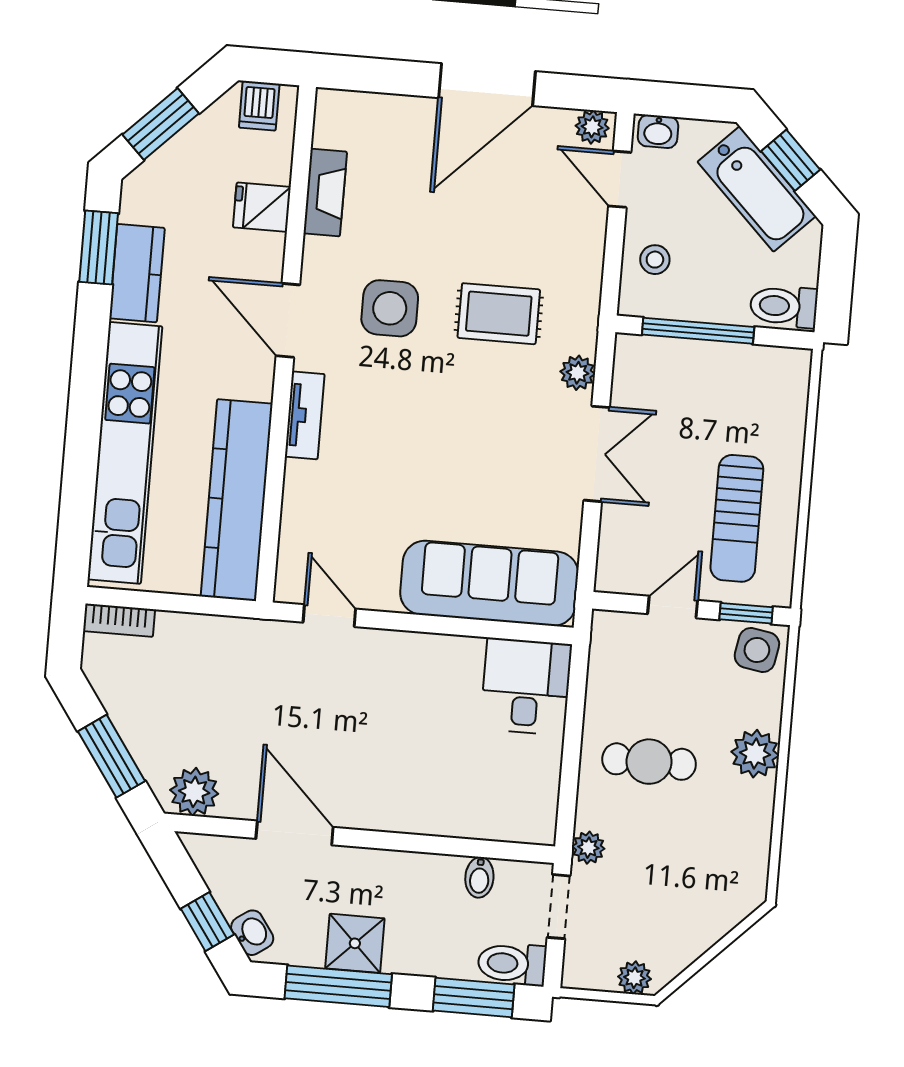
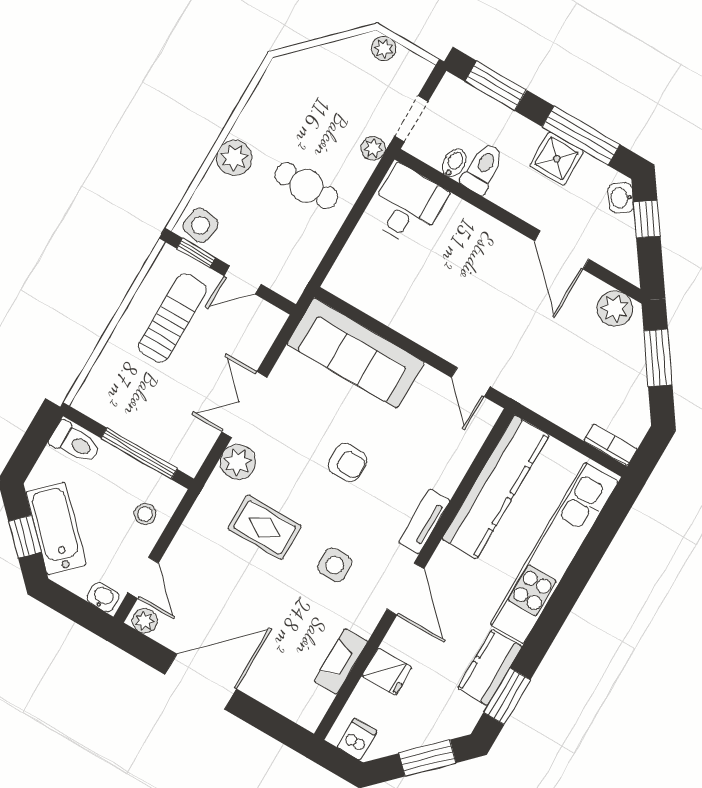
side table: (390, 308) -> (335, 565), width x0.73, depth x0.73
plant: (578, 373) -> (238, 462), width x1.38, depth x1.38
armchair: (434, 443) -> (348, 463), added
desk: (526, 687) -> (407, 205), moved, turned 180
toilet: (512, 964) -> (483, 169), moved, turned -90

